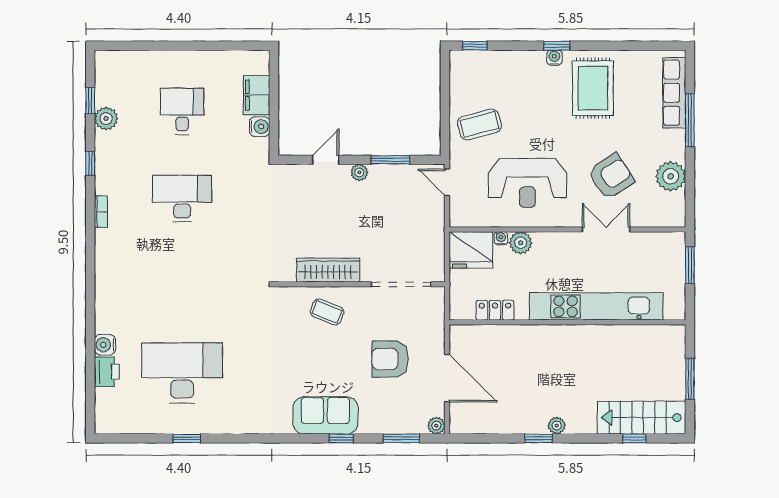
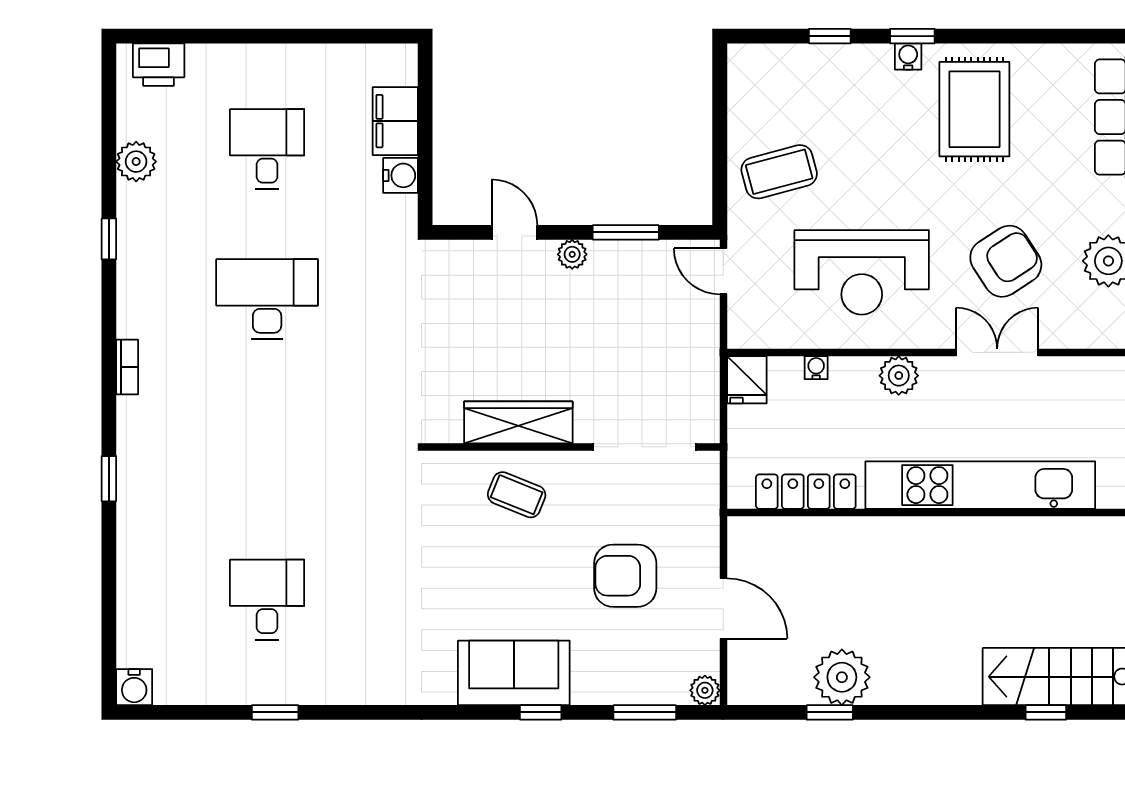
window: (475, 46) -> (830, 36), moved
window: (90, 100) -> (109, 479), moved
door: (326, 160) -> (514, 232), hinge flipped
bookcase: (101, 212) -> (127, 367), moved
plant: (521, 243) -> (899, 376), moved
fridge: (471, 250) -> (747, 380), width x0.53, depth x0.75
locker: (495, 310) -> (806, 492), width x1.53
water cooler: (105, 345) -> (134, 687), moved, turned -90
printer: (107, 372) -> (159, 65), moved, turned 90
desk: (182, 373) -> (267, 600), width x0.53, depth x0.77
door: (447, 378) -> (723, 609), width x0.73
plant: (557, 426) -> (842, 677), moved, width x1.87, depth x1.87
window: (539, 438) -> (830, 712), moved

